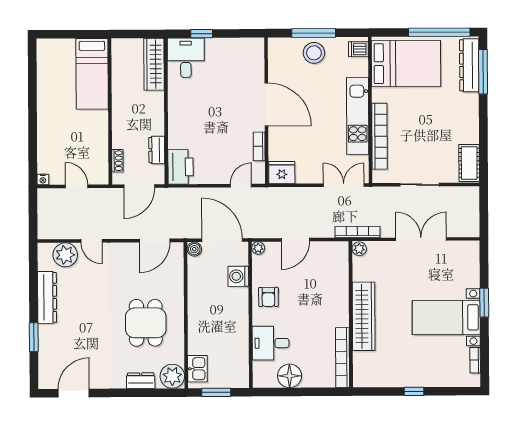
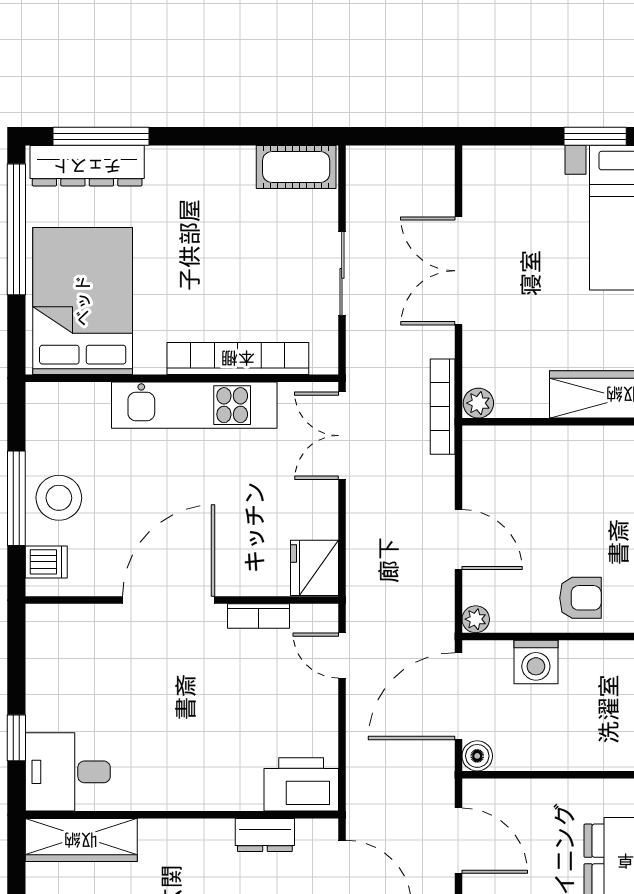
dishwasher: (358, 49) -> (46, 562), moved, turned -90

